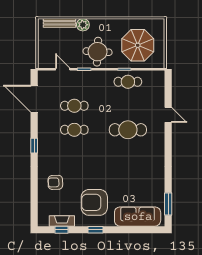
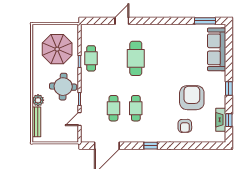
armchair: (94, 202) -> (192, 98), moved, turned 180

